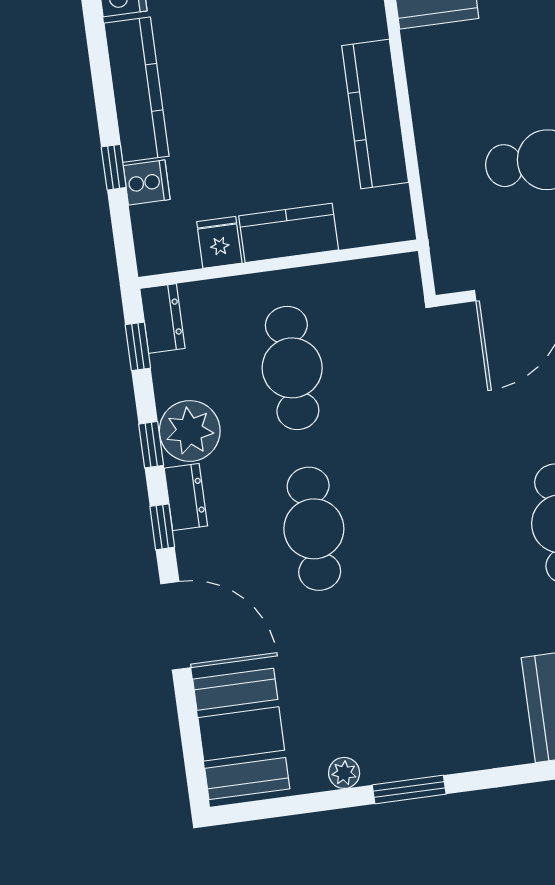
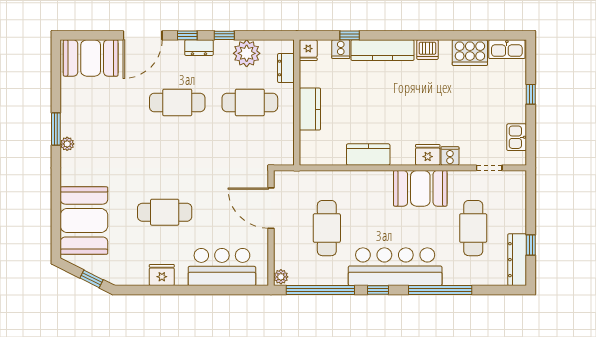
kitchen counter: (375, 114) -> (368, 154), width x0.67
fridge: (219, 242) -> (308, 50), moved, turned 90
dresser: (162, 318) -> (286, 68), moved, turned 90
window: (138, 346) -> (269, 35), removed
plant: (190, 431) -> (247, 53), moved
plant: (344, 773) -> (67, 144), moved

